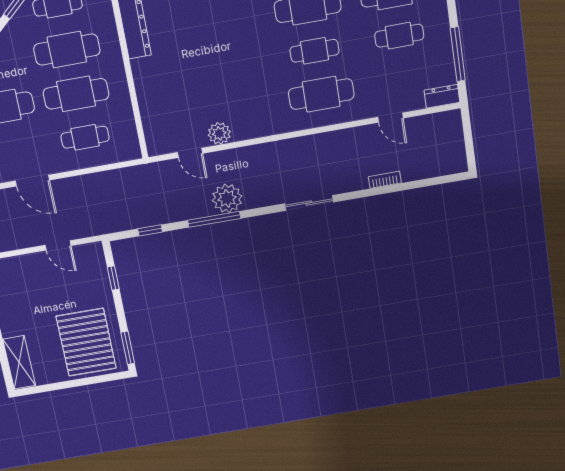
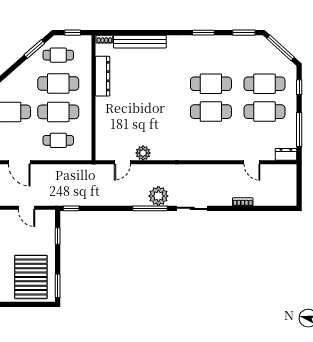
cafe table: (399, 36) -> (265, 112), width x1.37, depth x1.35
cafe table: (314, 51) -> (211, 112), width x1.37, depth x1.35
cafe table: (321, 94) -> (211, 139), removed
door: (190, 153) -> (122, 162), hinge flipped
plant: (227, 198) -> (158, 196), moved
window: (214, 219) -> (150, 208), moved
window: (150, 230) -> (71, 208), moved

